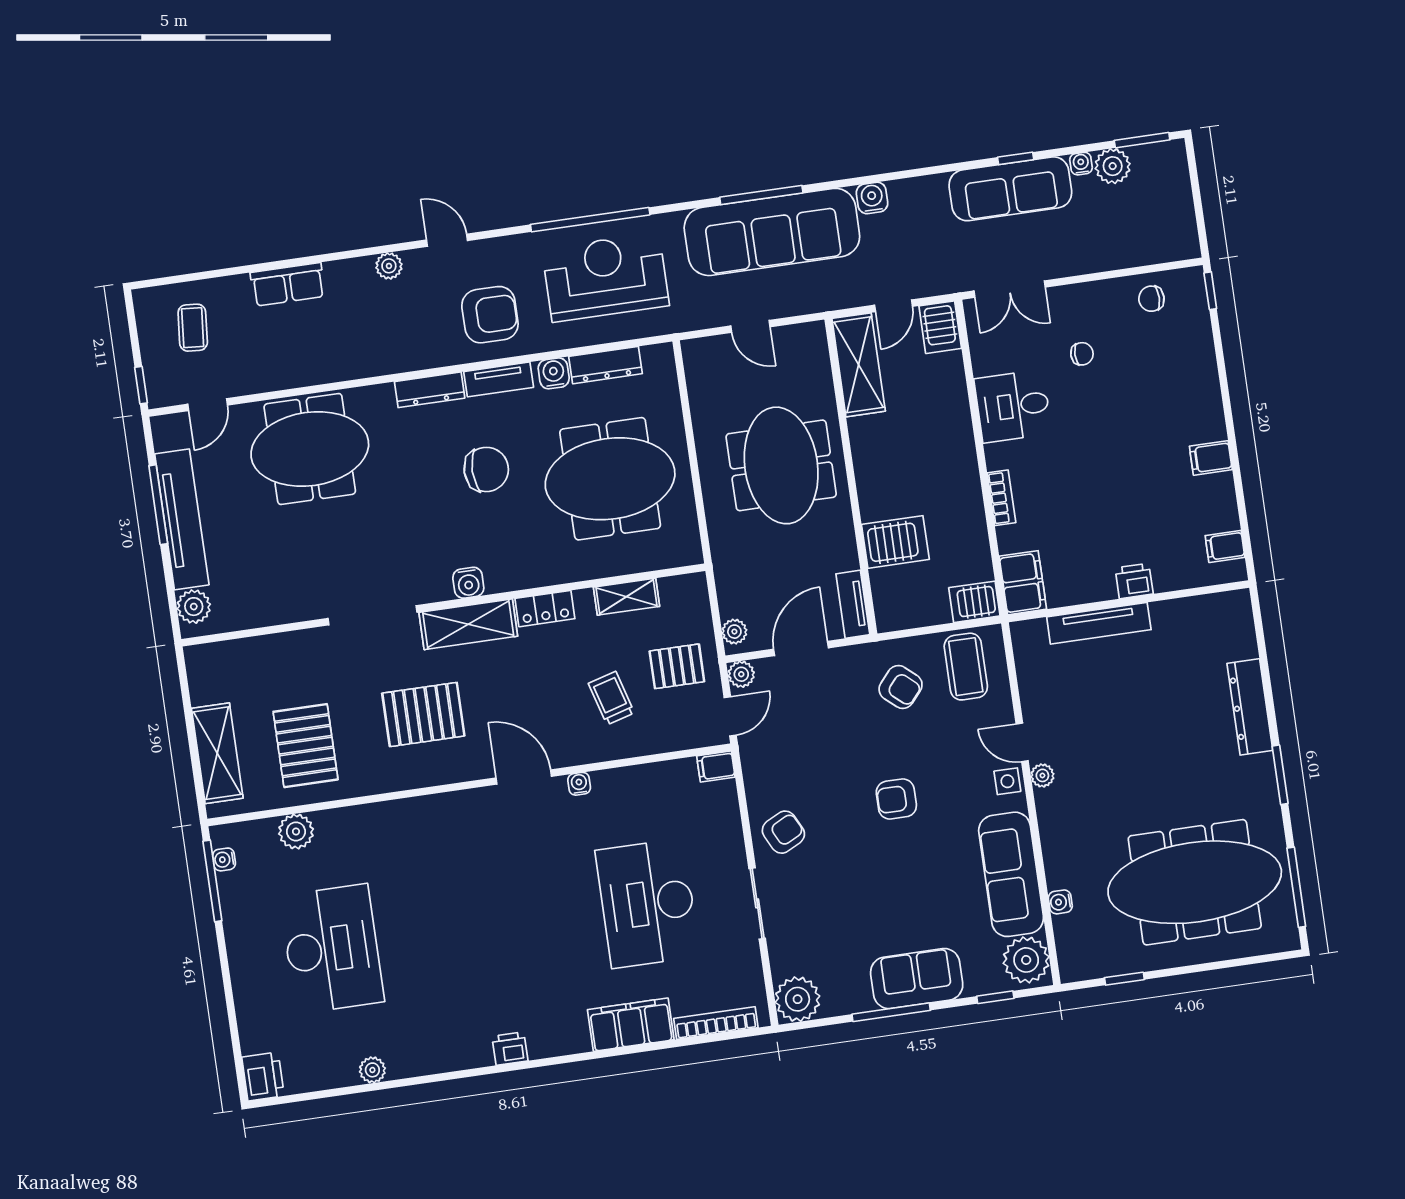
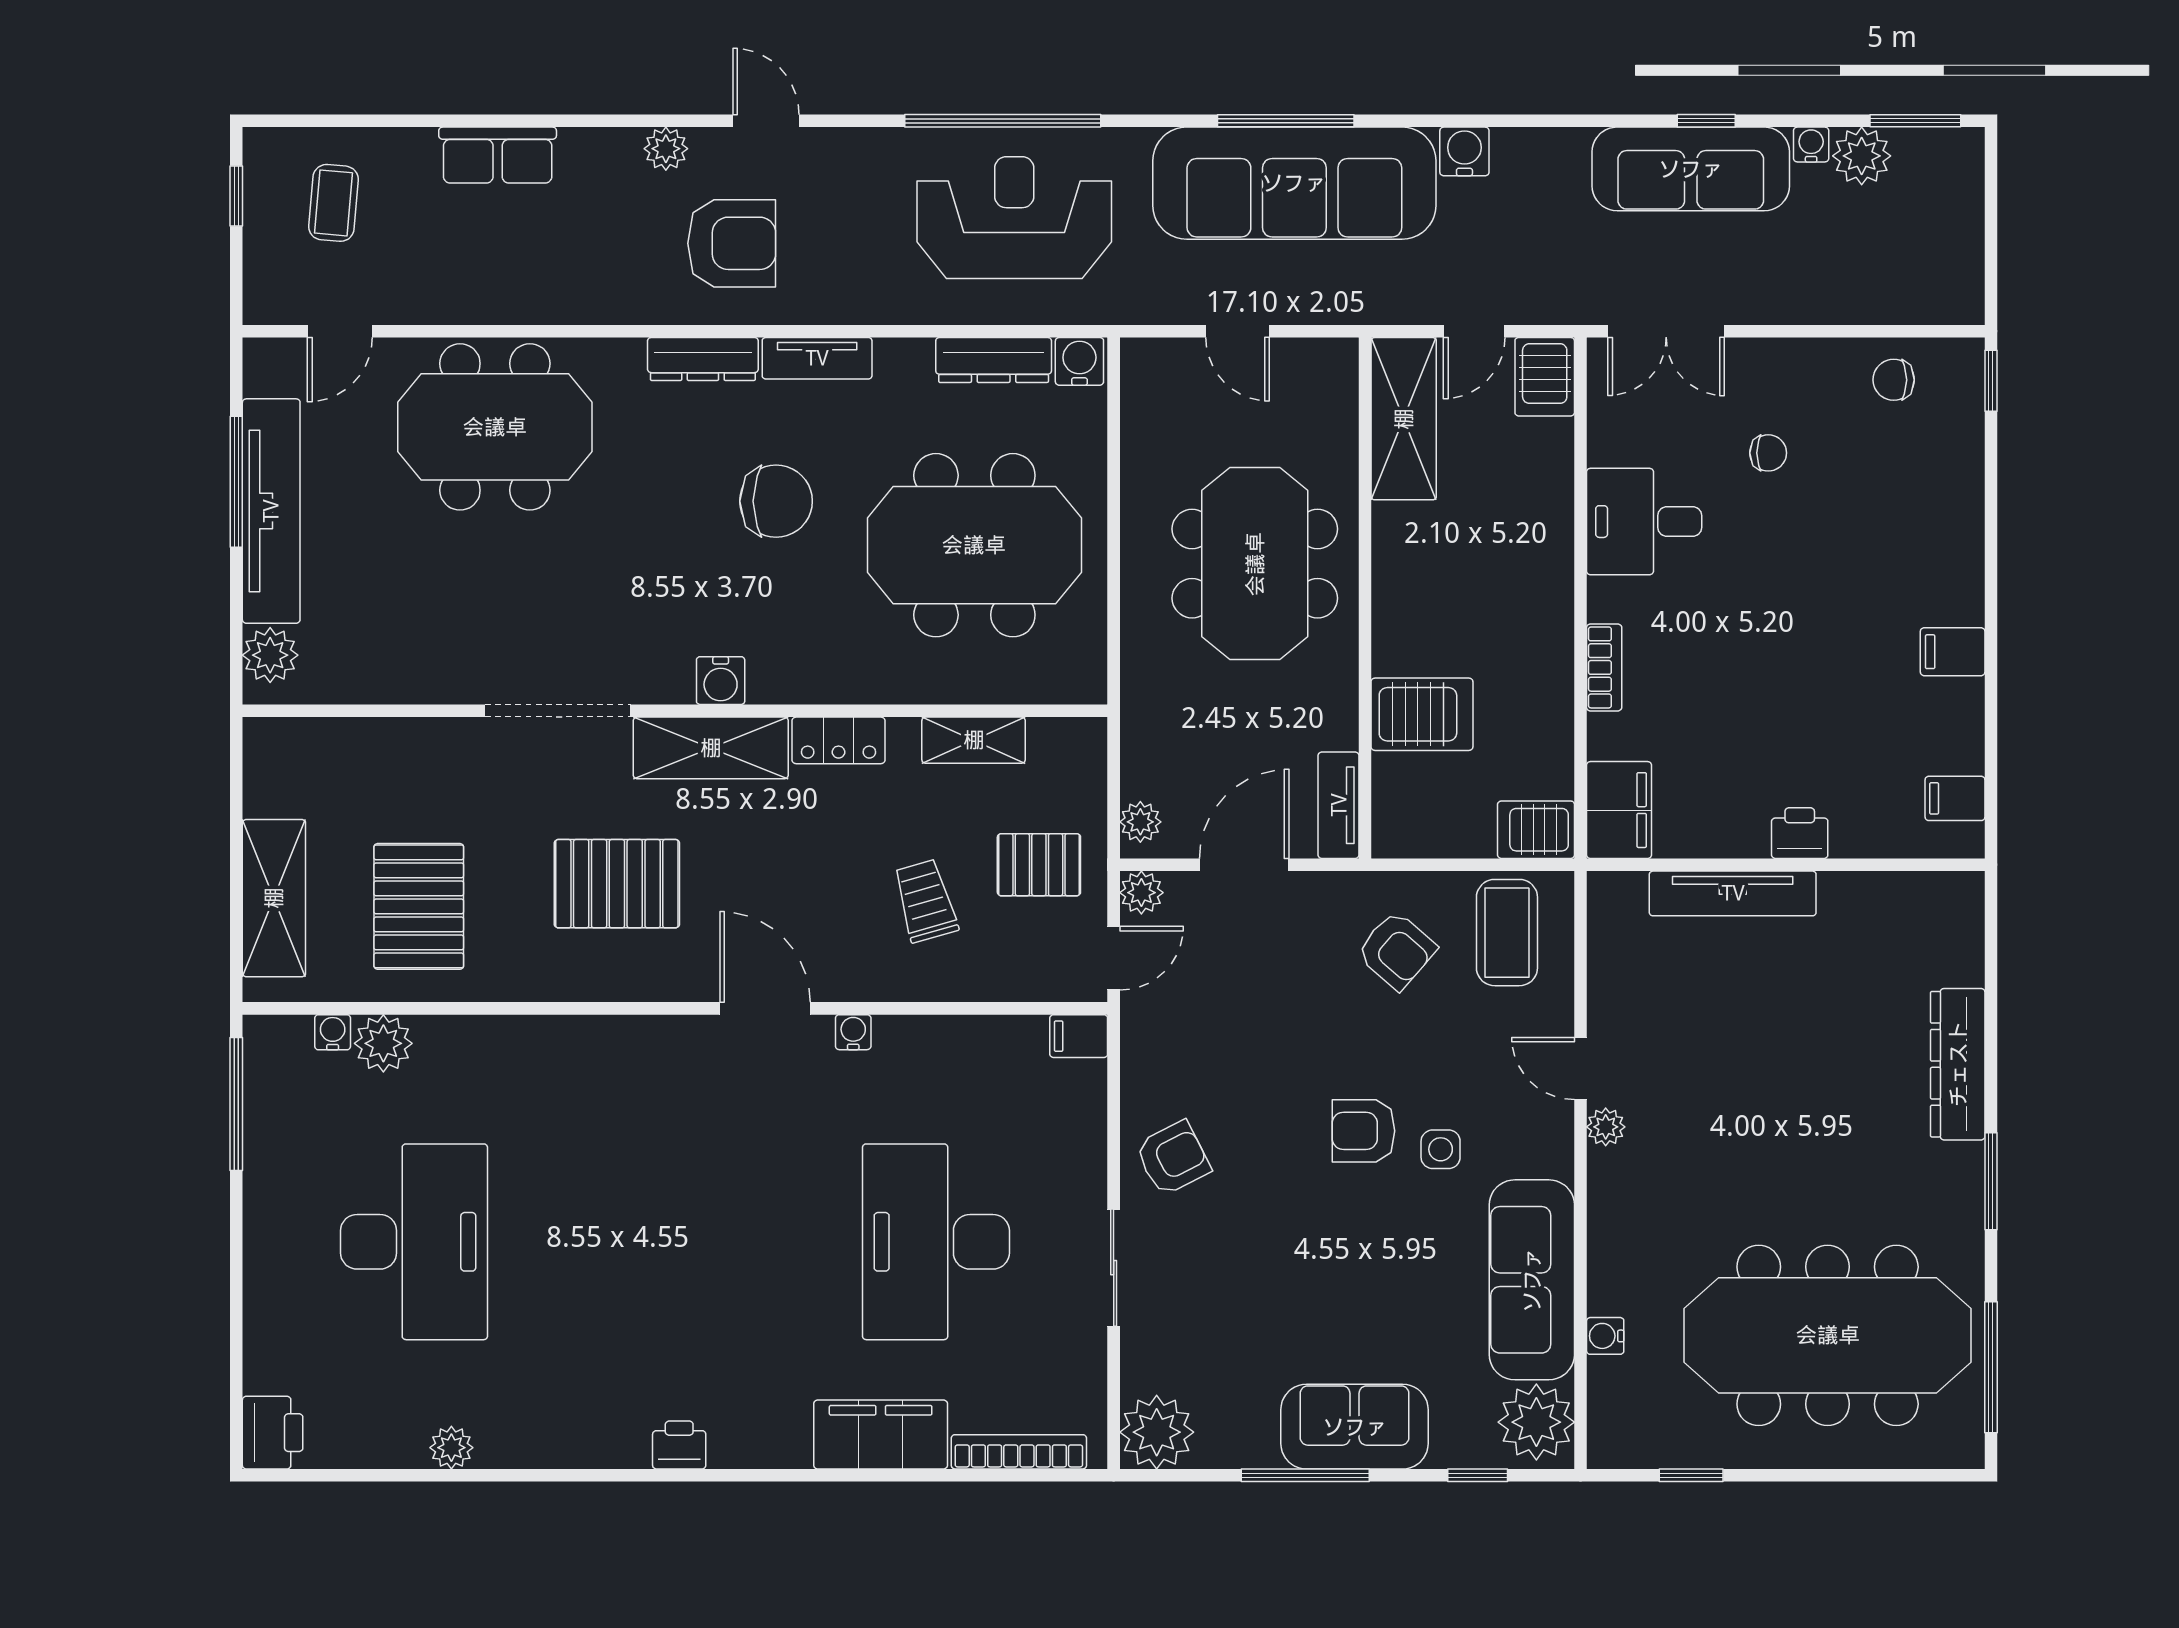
armchair: (490, 315) -> (732, 243), moved
water cooler: (554, 373) -> (1079, 361), moved
window: (141, 385) -> (236, 196), moved
side table: (1007, 781) -> (1441, 1149), moved
water cooler: (224, 859) -> (333, 1032), moved, turned 90

